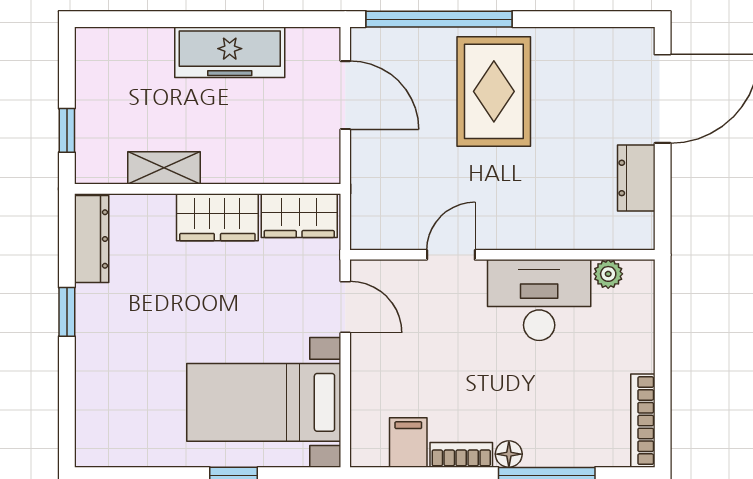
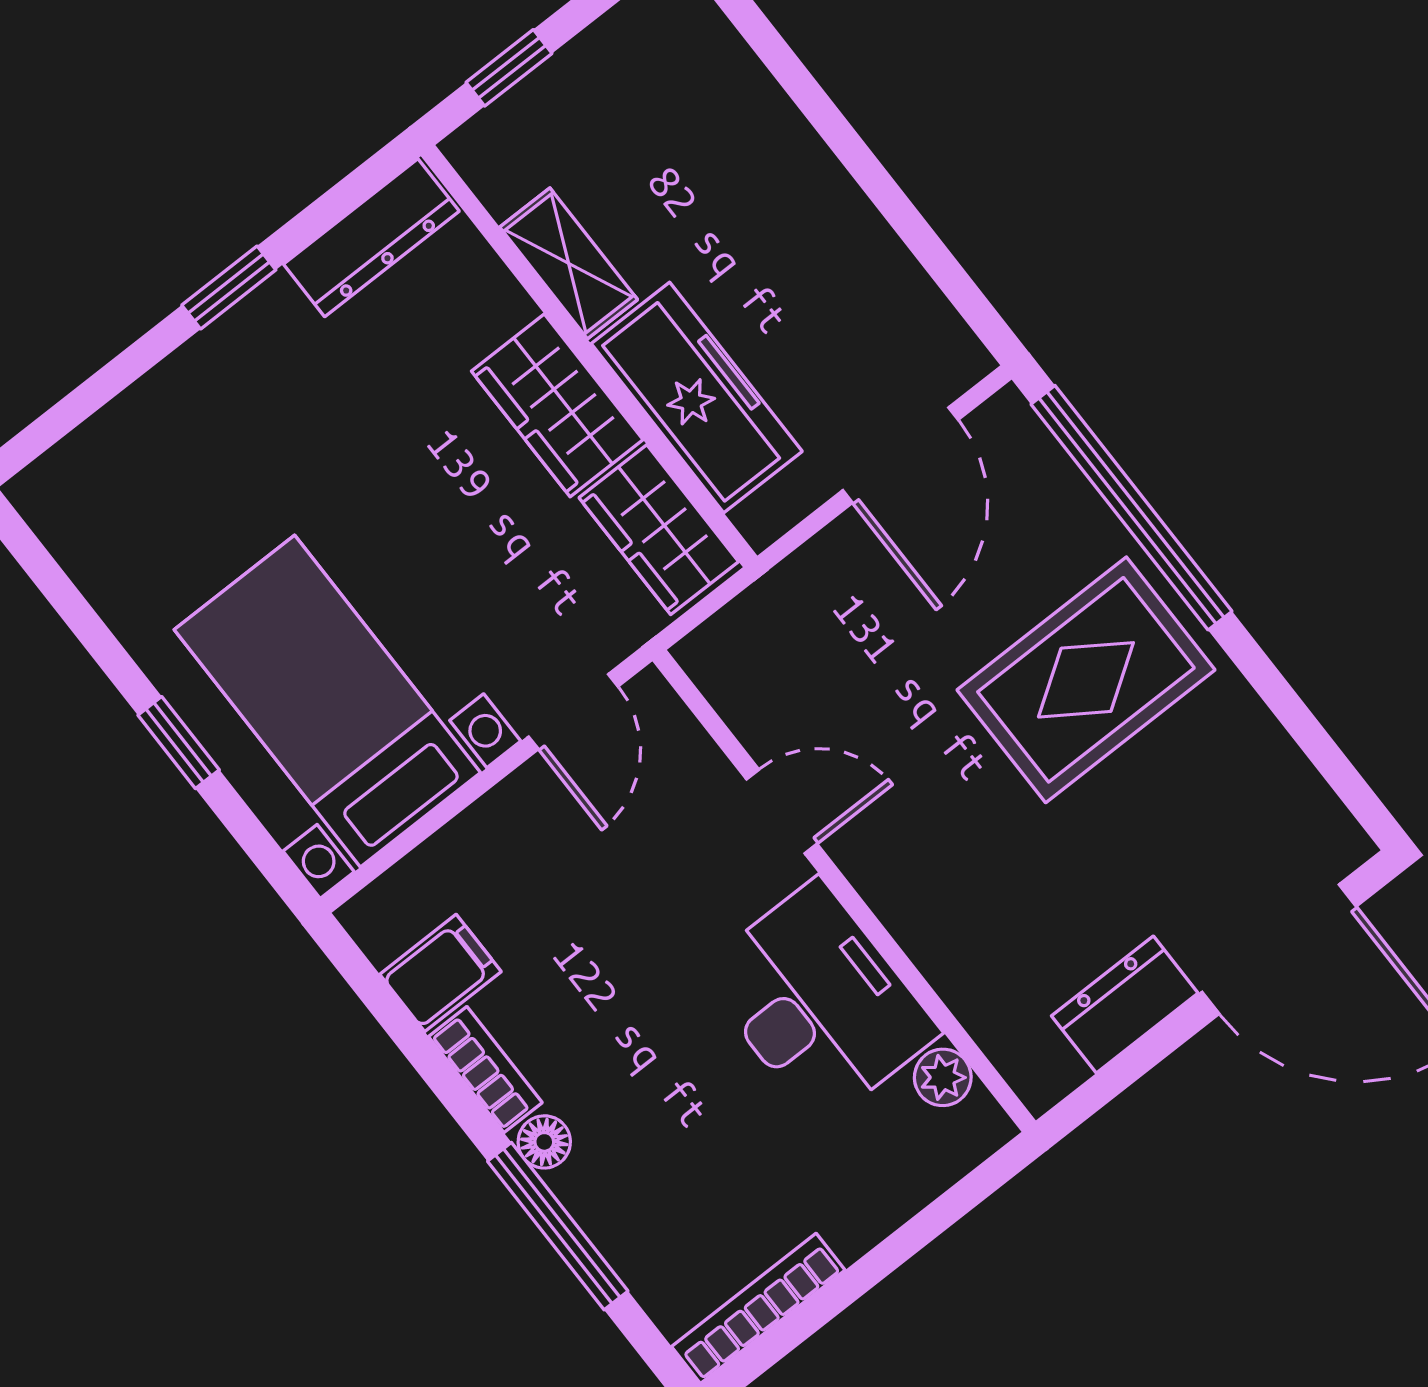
freezer: (230, 52) -> (697, 398), moved, turned 180

